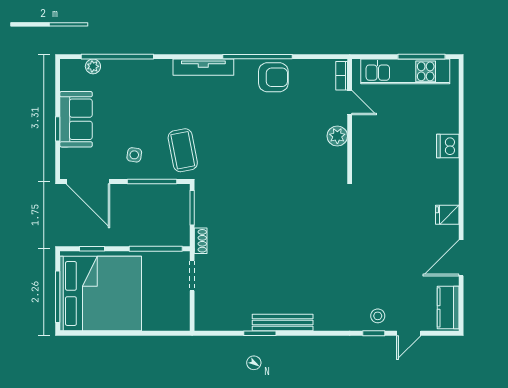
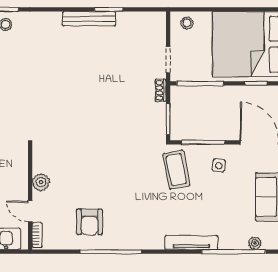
tv unit: (203, 67) -> (191, 243), moved
armchair: (273, 77) -> (90, 222), moved, turned -90
stool: (171, 318) -> (187, 23), added

